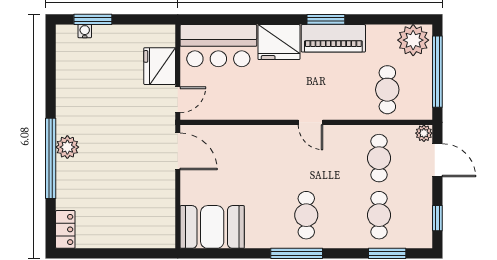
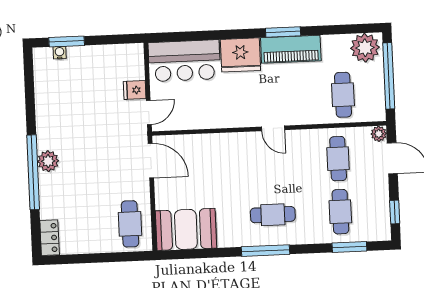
fridge: (160, 66) -> (135, 90), width x0.53, depth x0.75
cafe table: (306, 215) -> (273, 215), turned 90
cafe table: (152, 218) -> (130, 224), added

